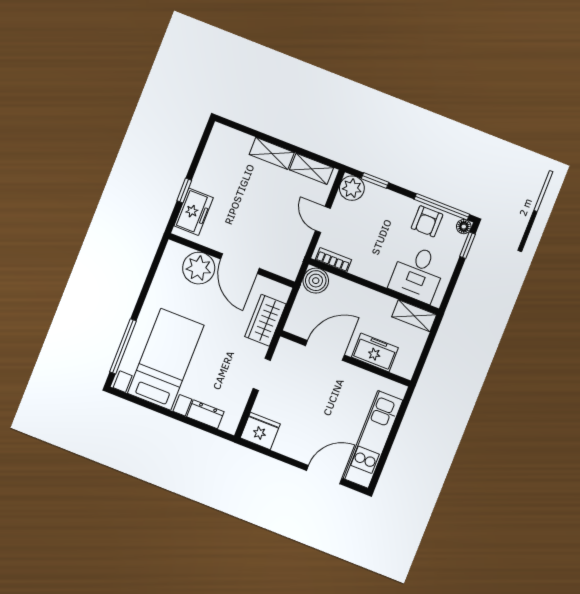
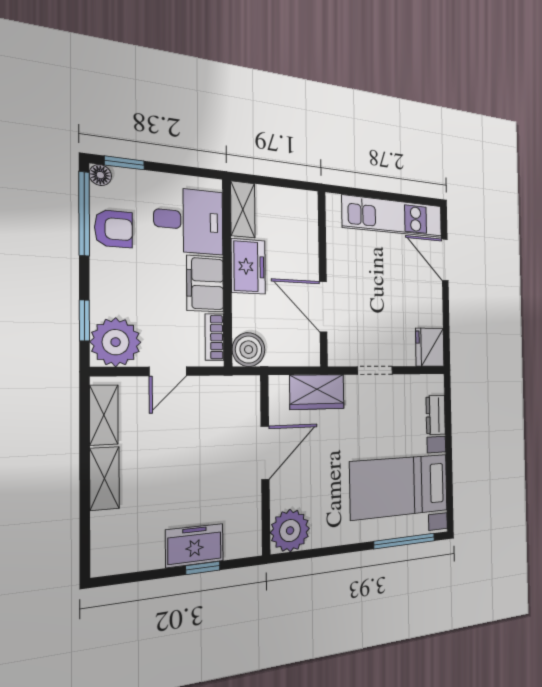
plant: (352, 188) -> (116, 342), width x1.36, depth x1.36
freezer: (194, 212) -> (195, 545), moved
plant: (199, 268) -> (290, 531), moved
filing cabinet: (372, 268) -> (205, 284), added
freezer: (375, 352) -> (248, 266), moved, turned 180

